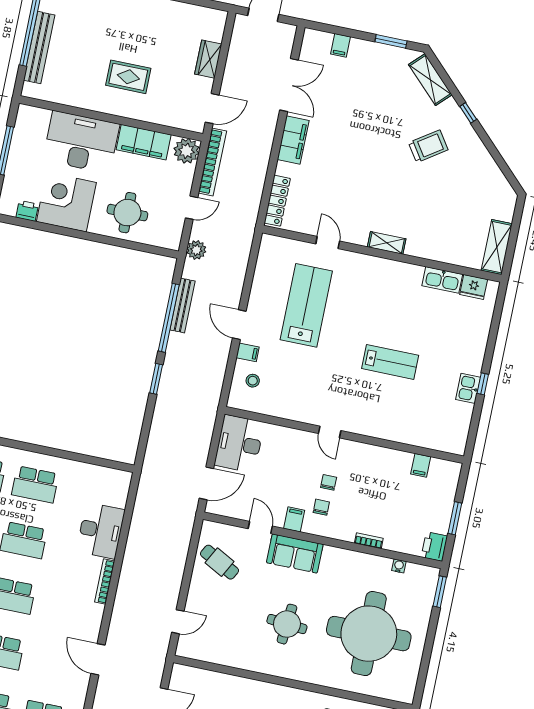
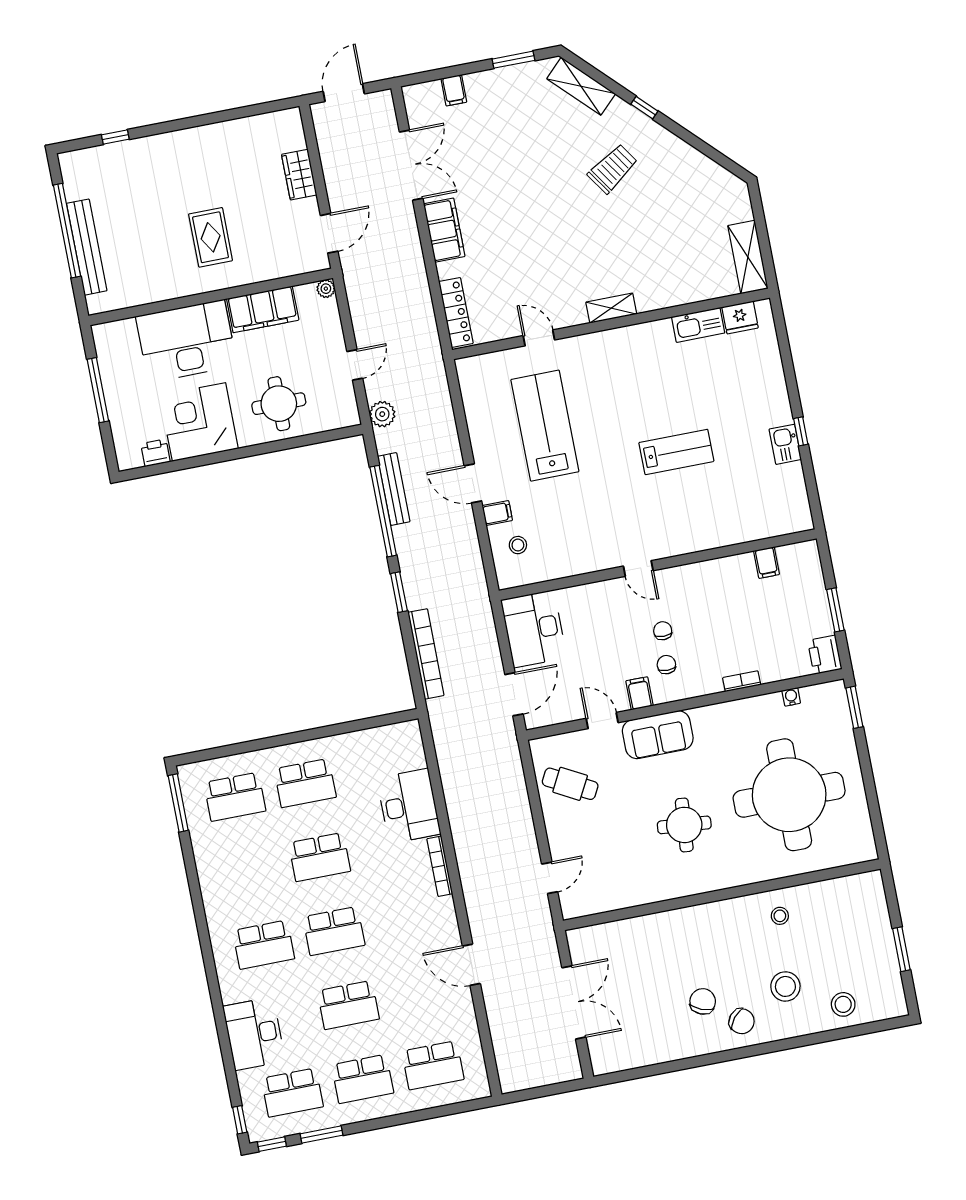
rug: (128, 77) -> (211, 237), turned 90
plant: (187, 151) -> (326, 289), width x0.53, depth x0.53
bookcase: (212, 162) -> (426, 654), moved

